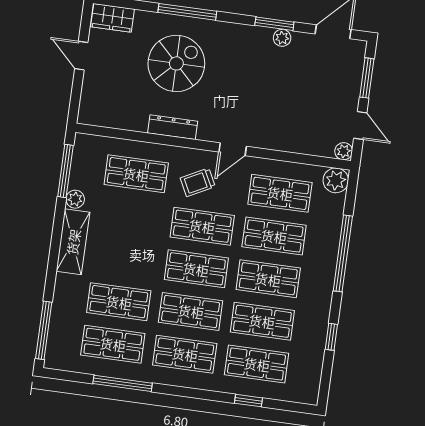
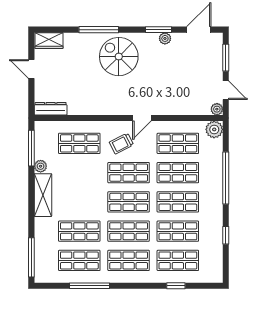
spiral stairs: (176, 63) -> (119, 57), moved, turned -90
dresser: (173, 127) -> (51, 109), moved

